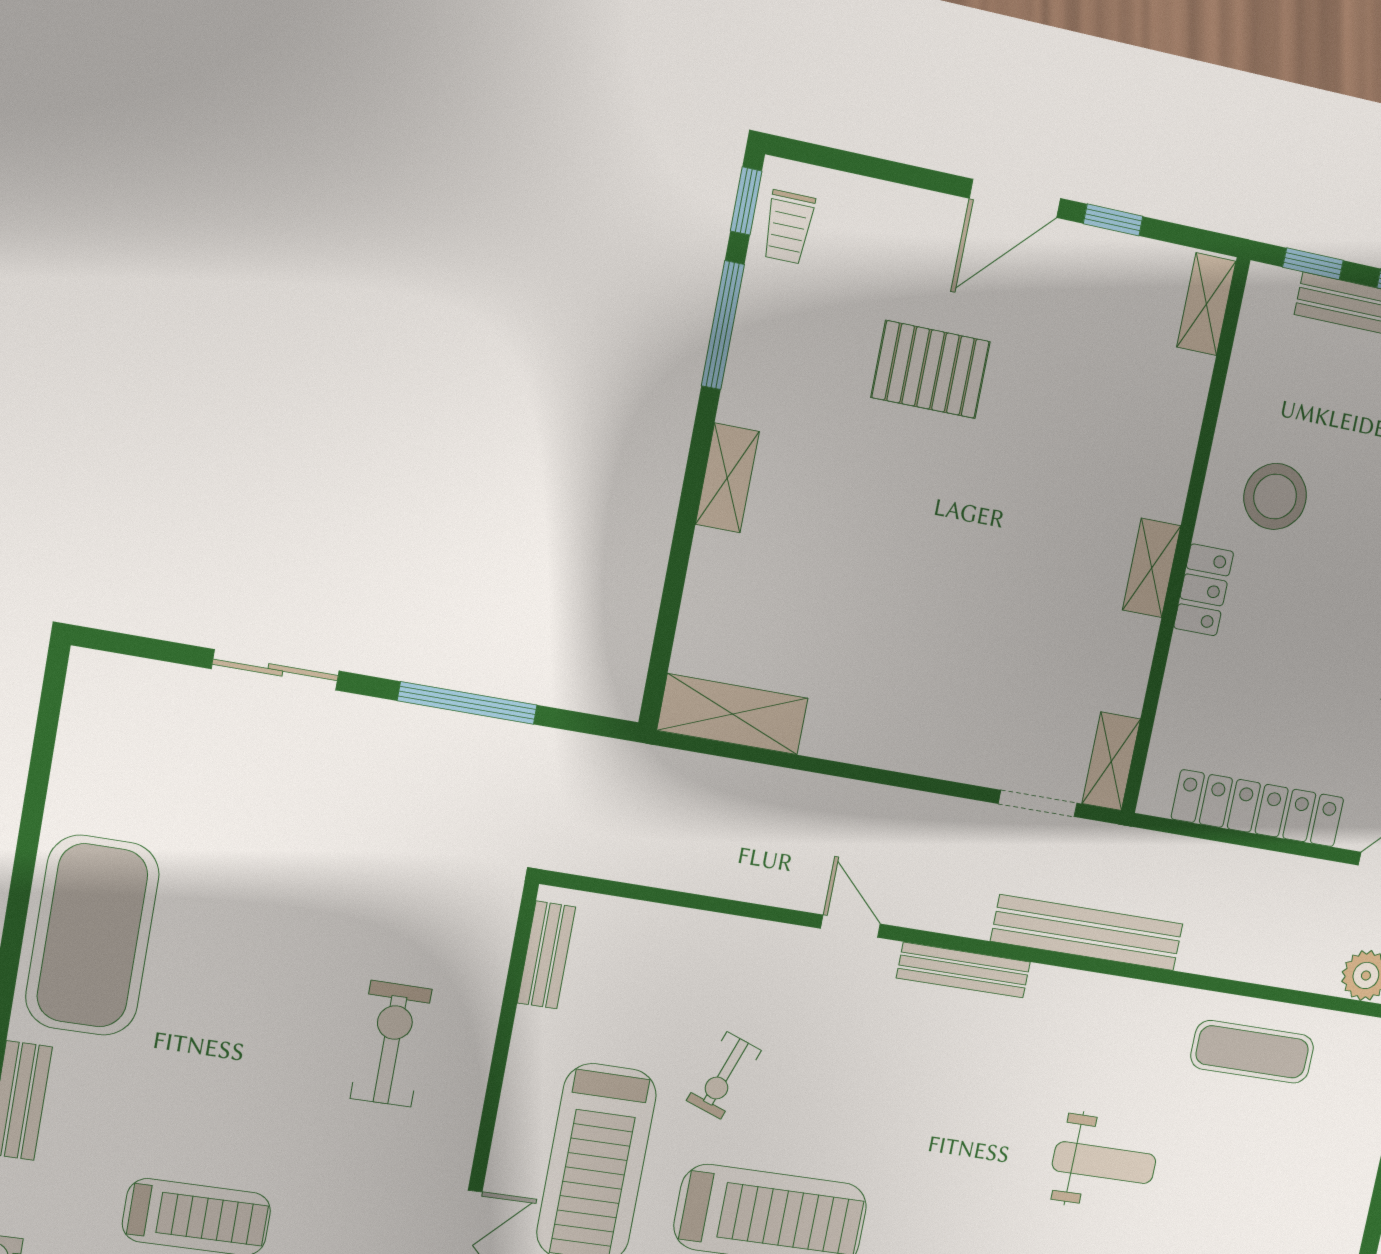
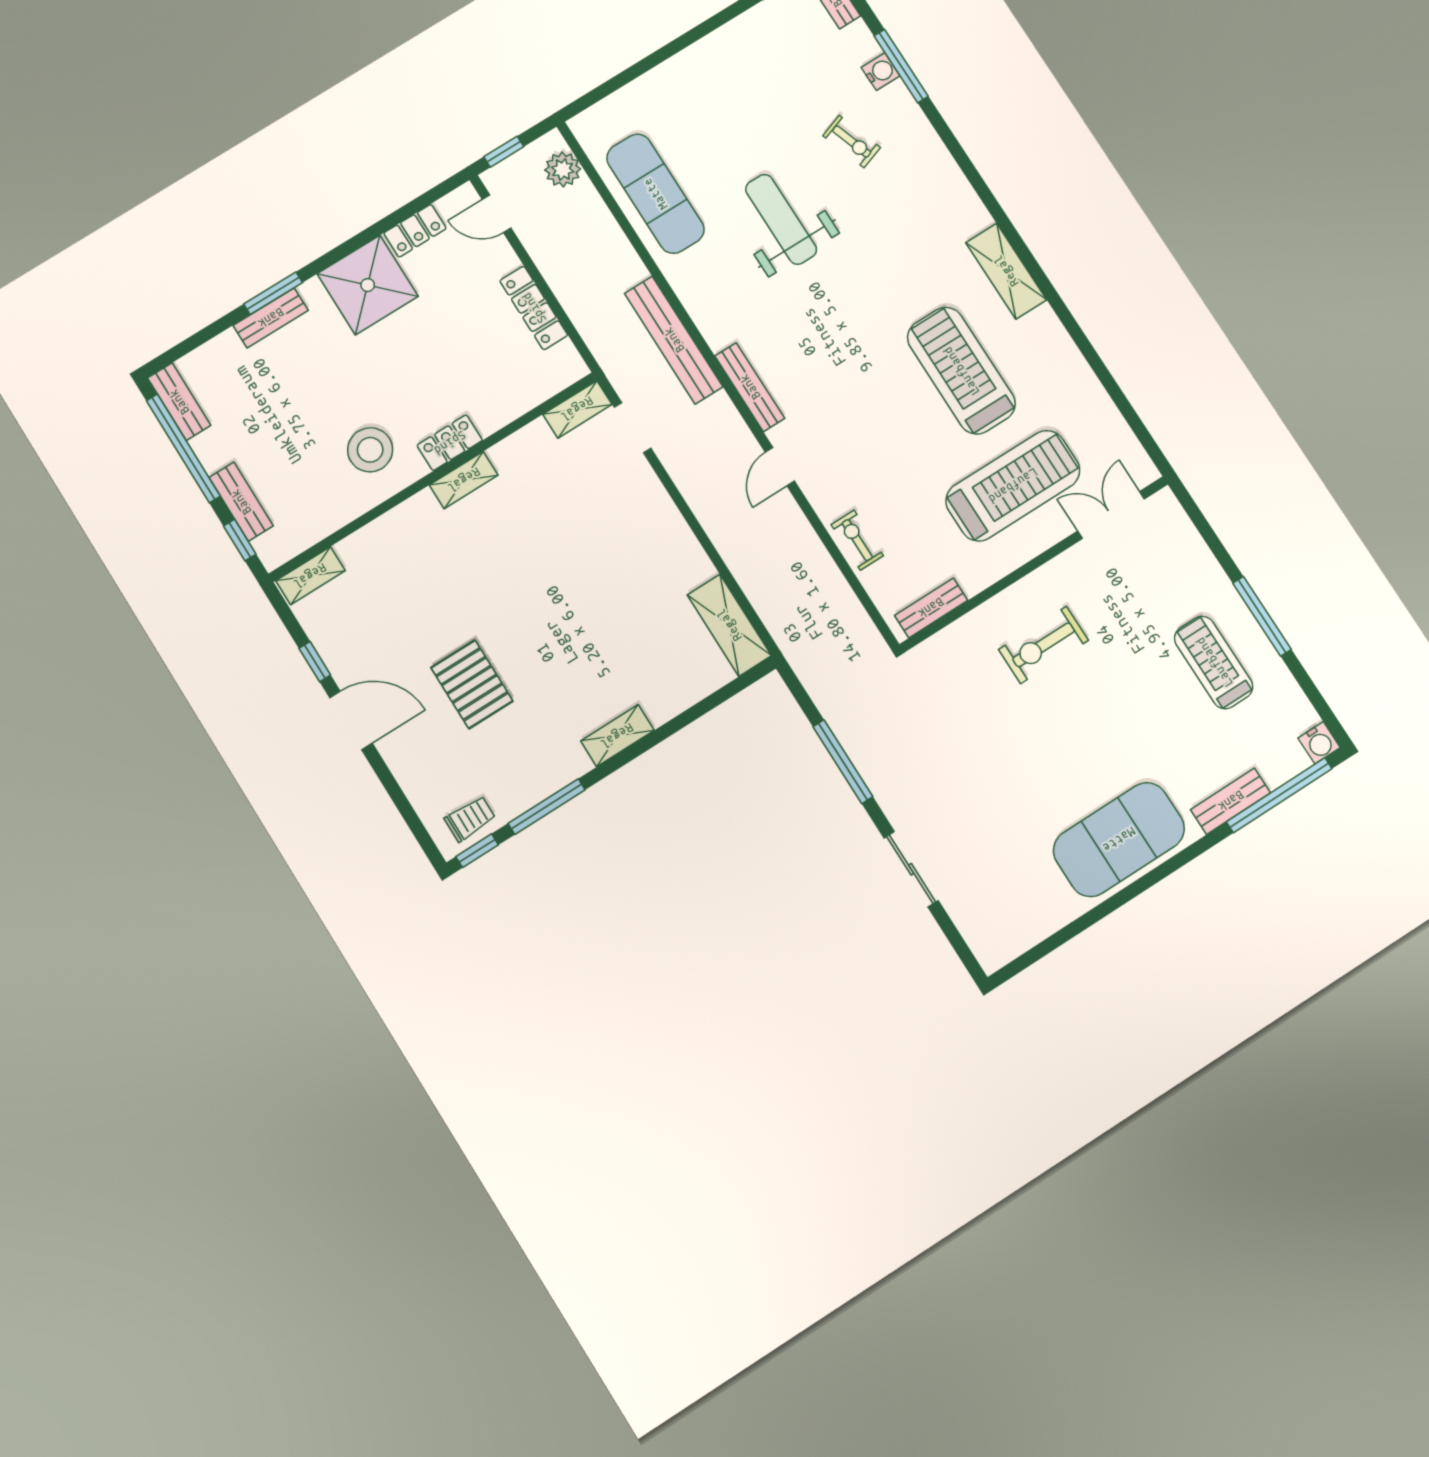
locker: (1258, 808) -> (534, 308), width x0.71, depth x0.83
exercise mat: (1252, 1052) -> (655, 194), width x1.36, depth x1.45
exercise bike: (724, 1076) -> (857, 540), moved, turned -110
weight bench: (1104, 1163) -> (781, 219), width x1.36, depth x1.33

